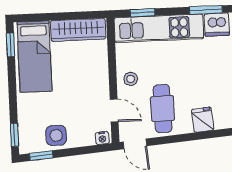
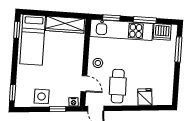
window: (206, 10) -> (145, 20), moved
window: (41, 156) -> (58, 109), moved

